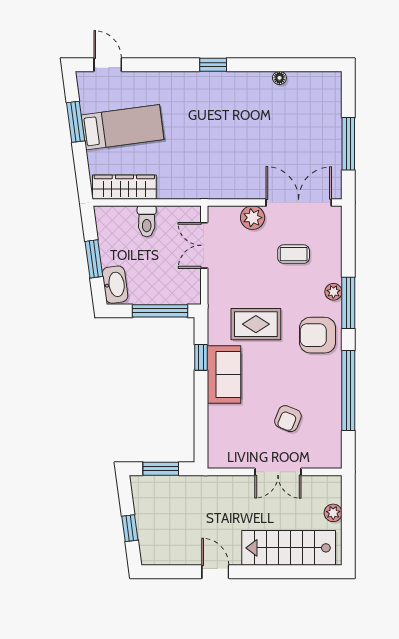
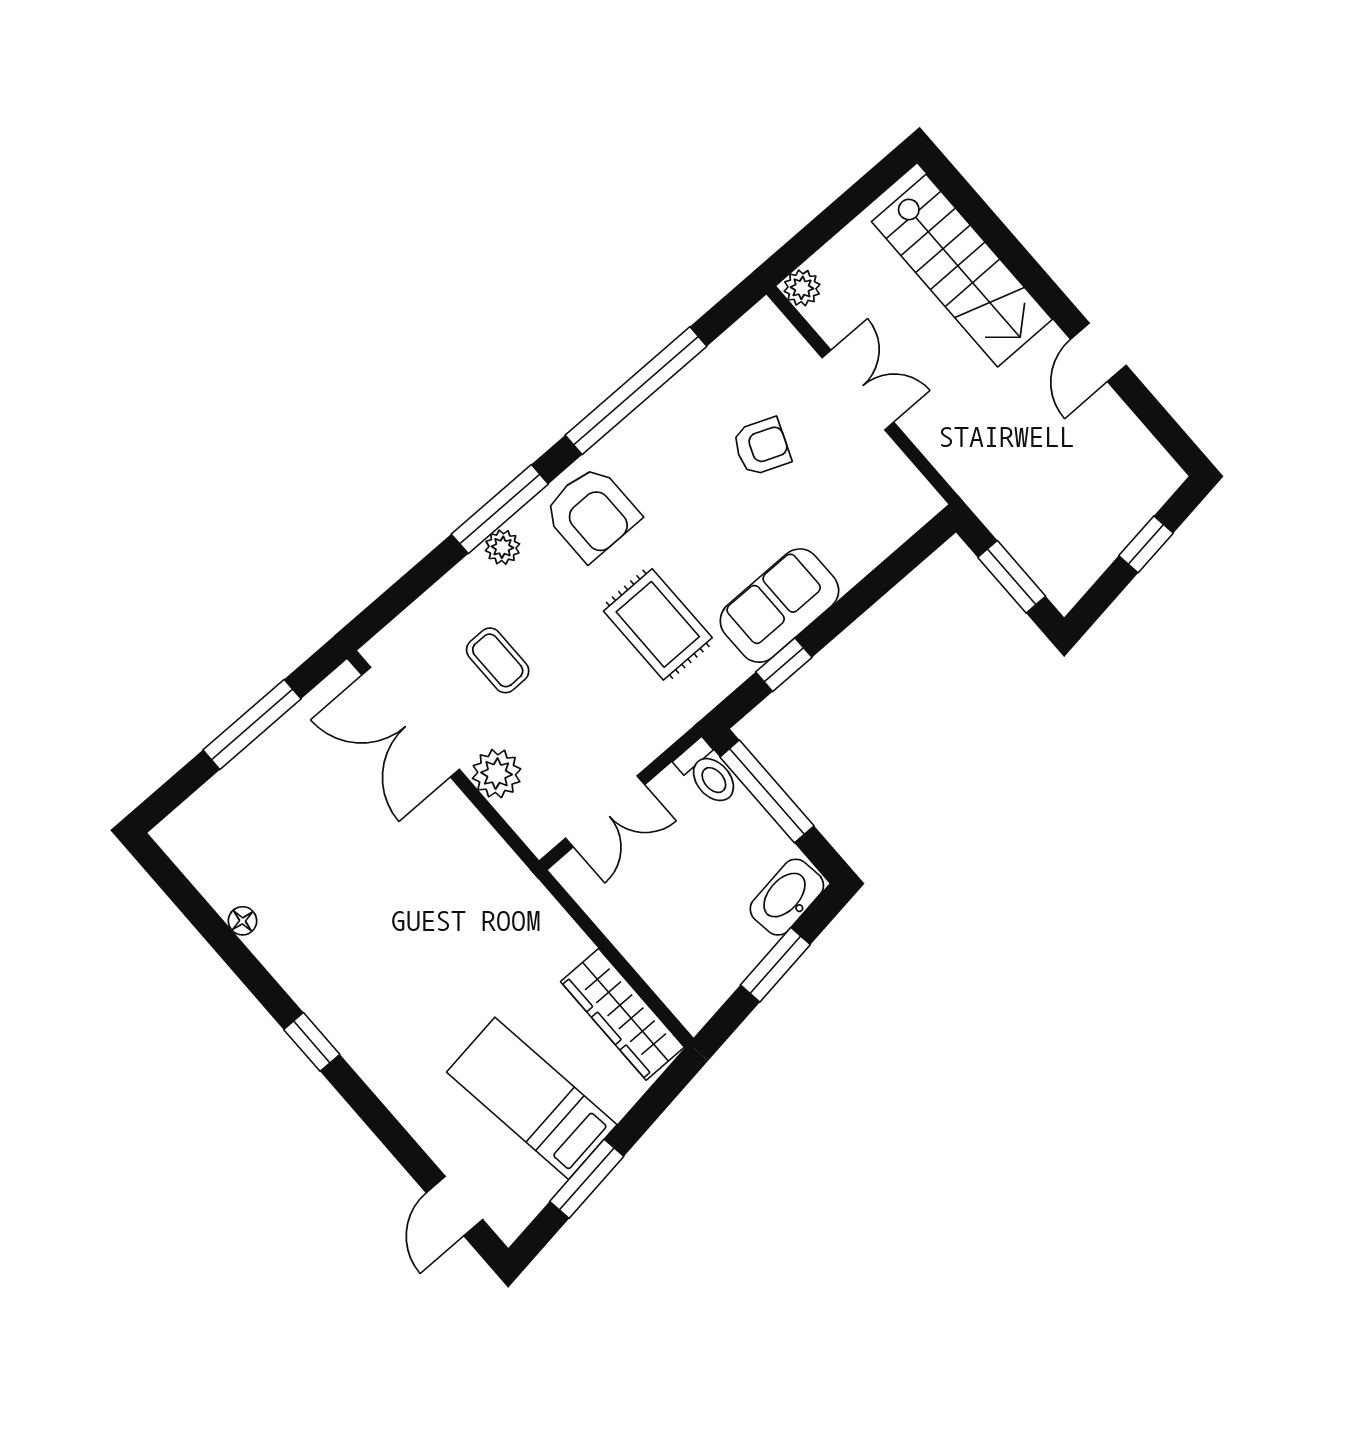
toilet: (147, 221) -> (708, 773), moved, turned 90
plant: (333, 513) -> (802, 288), moved

